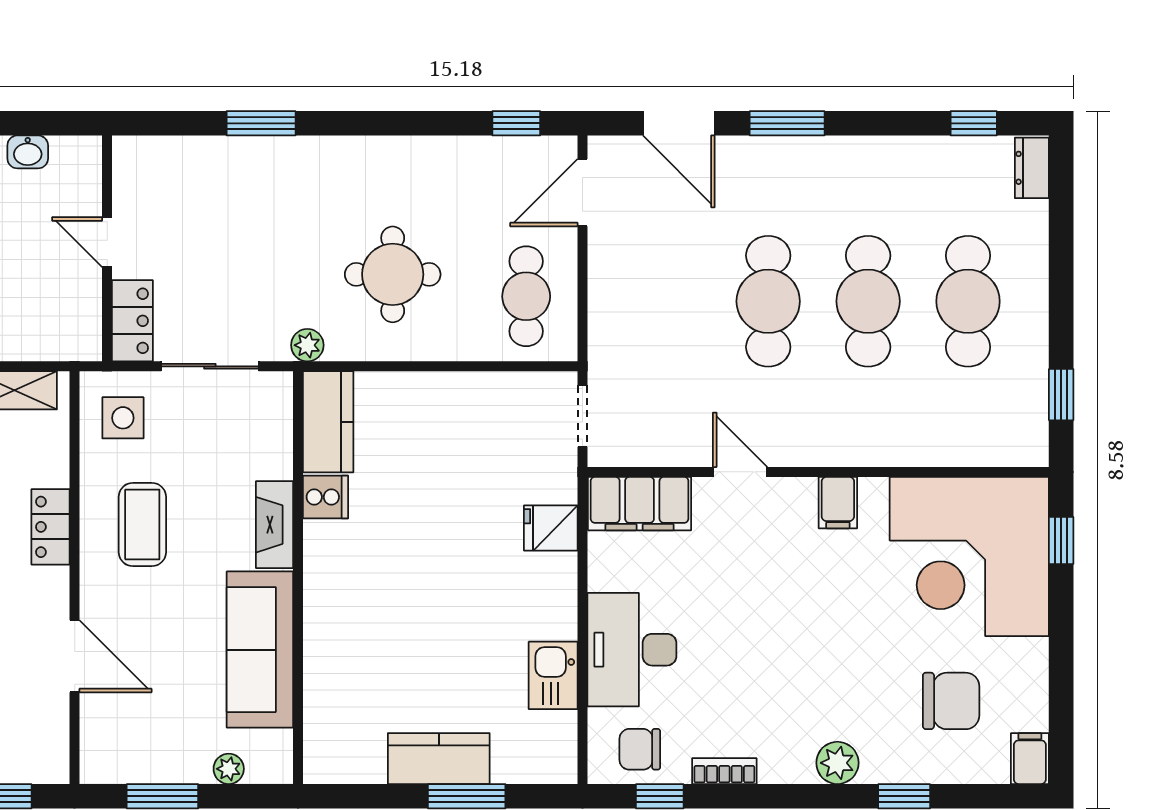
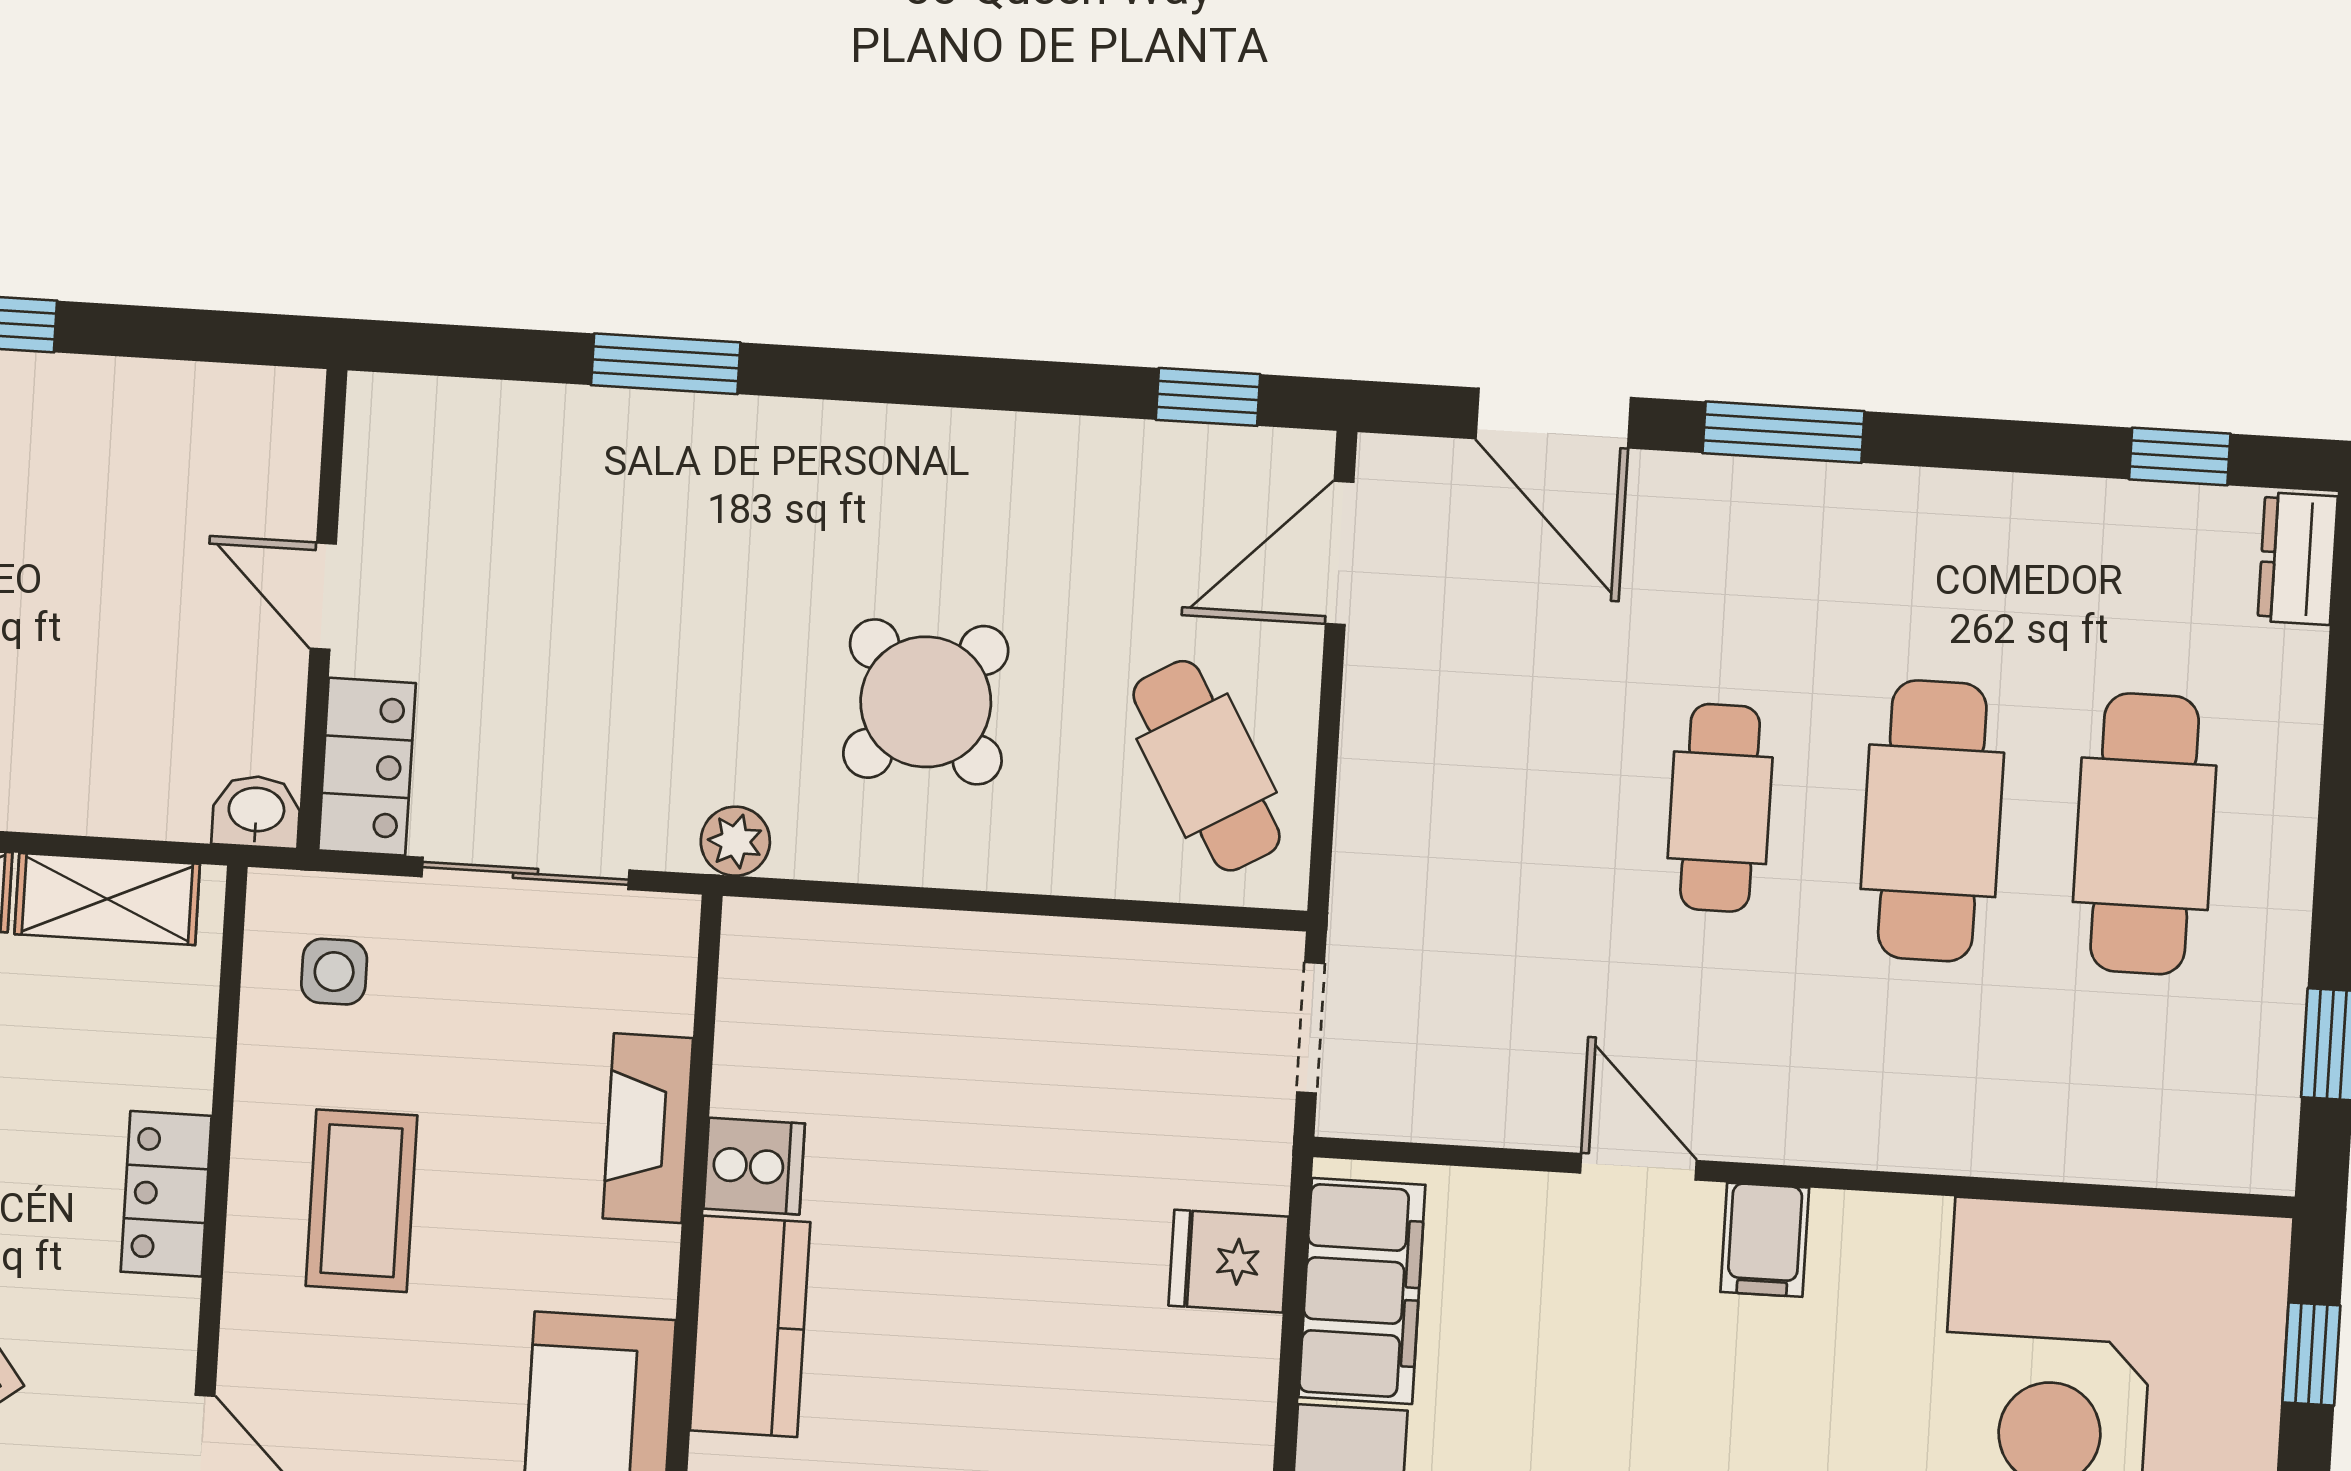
washbasin: (28, 152) -> (256, 812), moved, turned 180
round table: (393, 274) -> (926, 702), turned 45
cafe table: (526, 296) -> (1207, 766), turned -30
cafe table: (768, 301) -> (1720, 808), width x0.73, depth x0.74
side table: (123, 418) -> (334, 972), width x0.73, depth x0.73
kitchen counter: (328, 422) -> (750, 1326), moved
filing cabinet: (838, 503) -> (1765, 1240), moved
filing cabinet: (640, 504) -> (1362, 1291), moved, turned -90
fireplace: (275, 525) -> (648, 1128), moved

